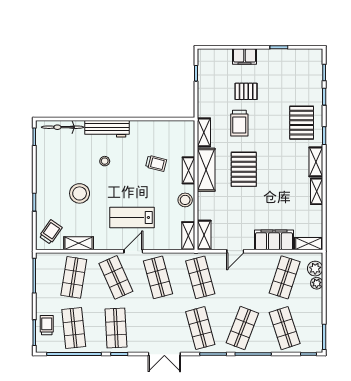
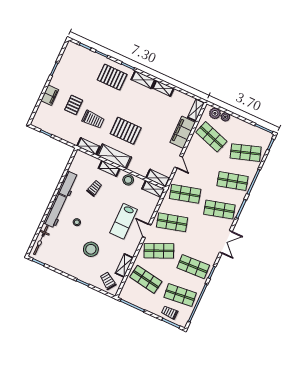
workbench: (146, 129) -> (68, 184), added
shop shelf: (242, 328) -> (233, 181), turned -36

